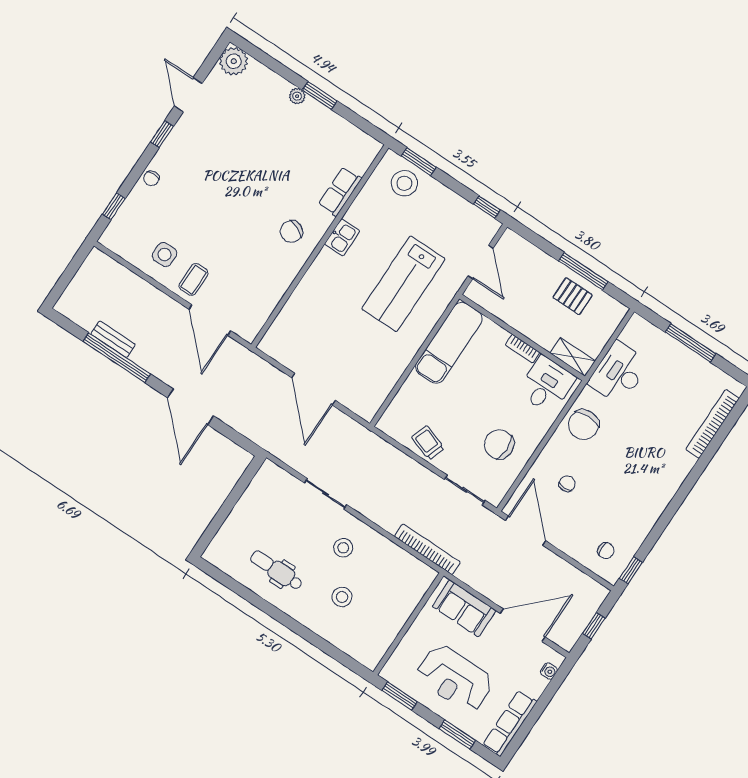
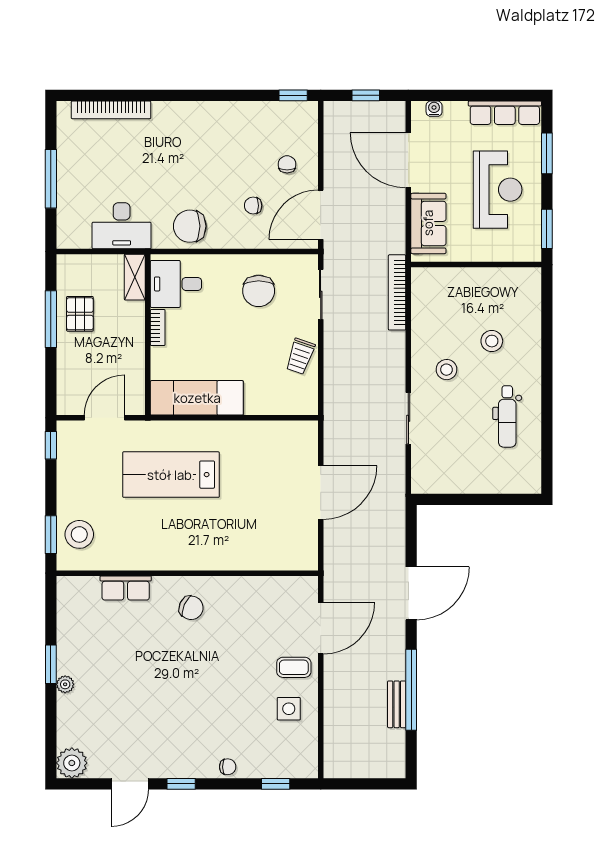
kitchen sink: (342, 237) -> (166, 558), removed
lab bench: (403, 284) -> (171, 475), turned 180
chair: (584, 425) -> (190, 226), turned 180
chair: (606, 551) -> (287, 164), moved

